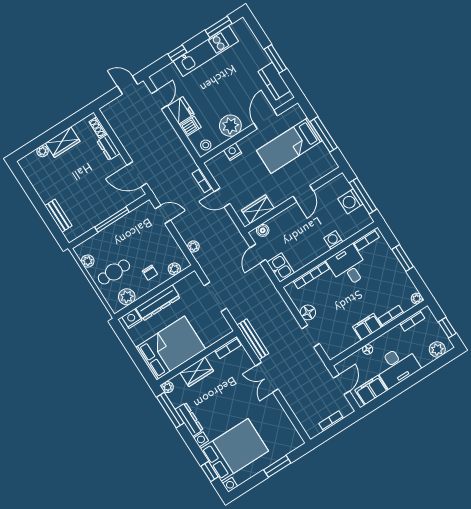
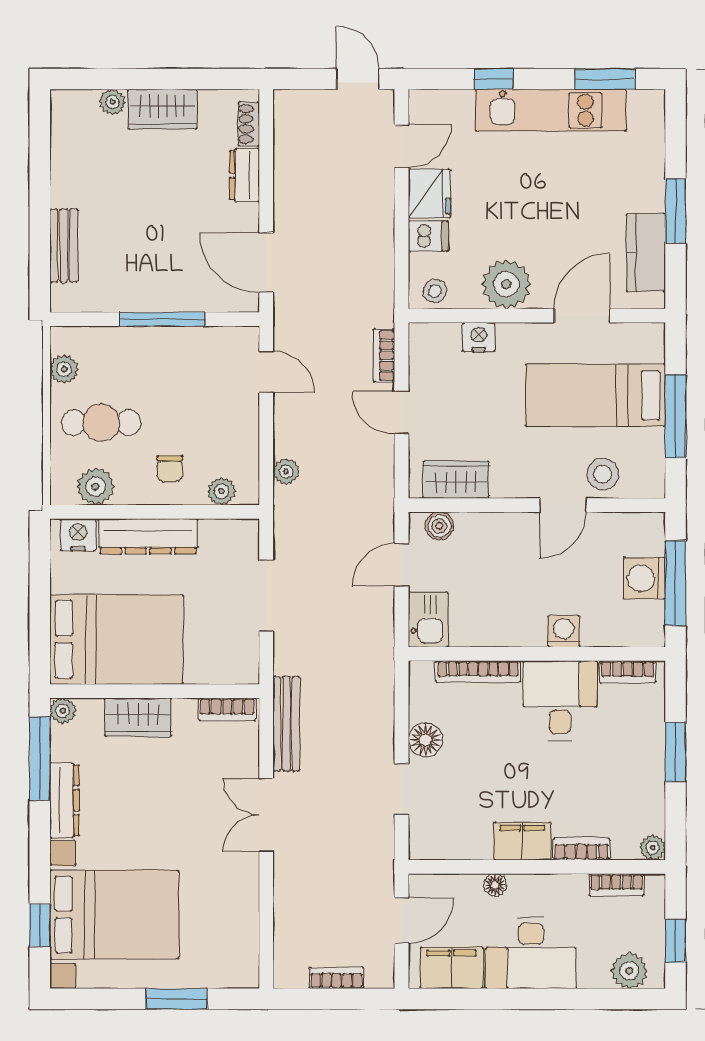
stool: (311, 173) -> (603, 474), added

